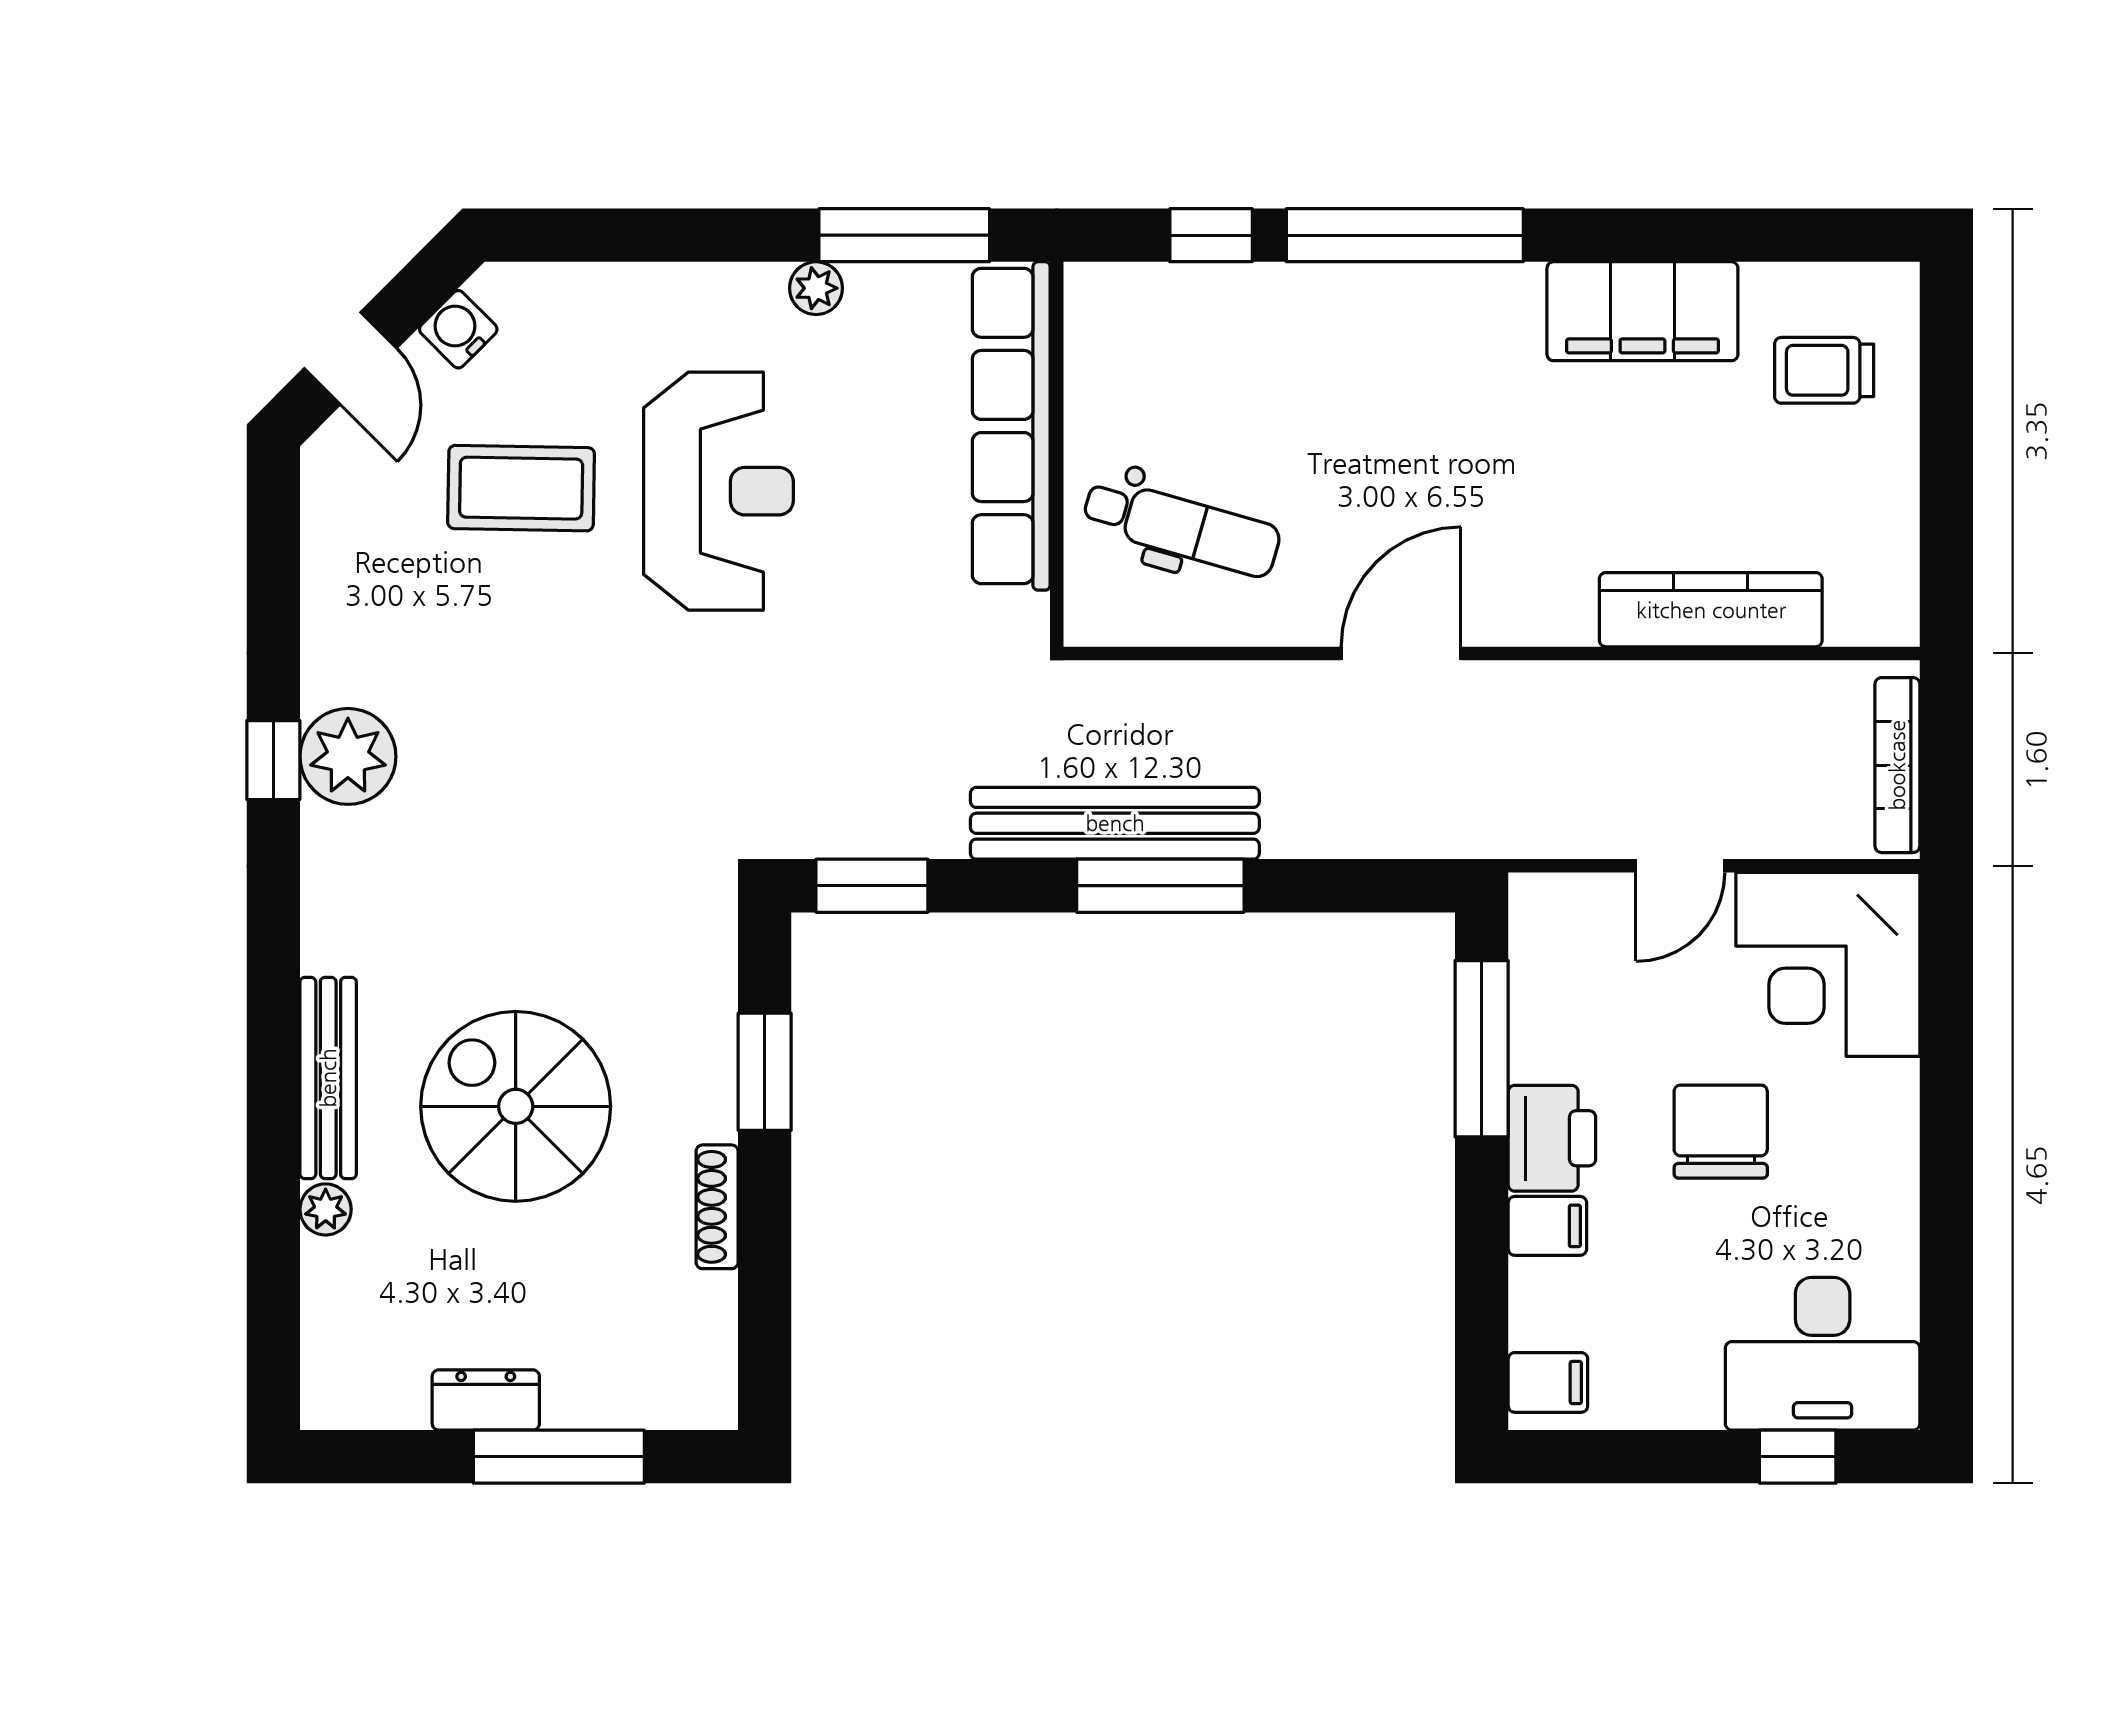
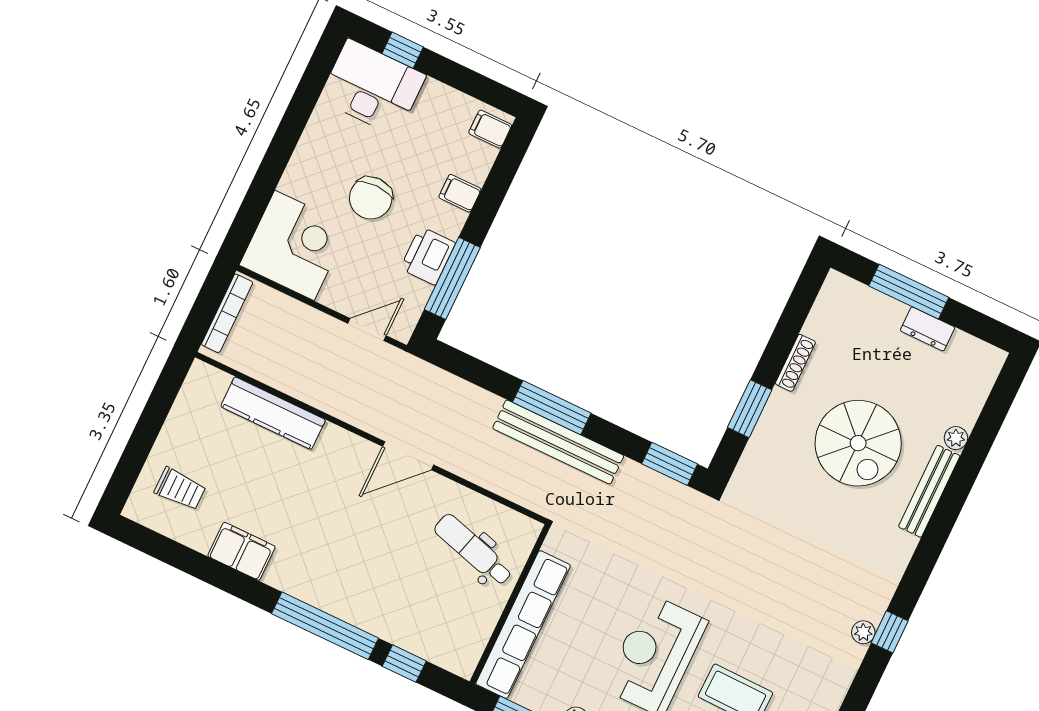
filing cabinet: (1642, 311) -> (241, 551), width x0.67, depth x0.86
plant: (348, 756) -> (863, 632), width x0.53, depth x0.53
door: (1680, 866) -> (367, 330), moved
printer: (1552, 1138) -> (428, 256), moved

